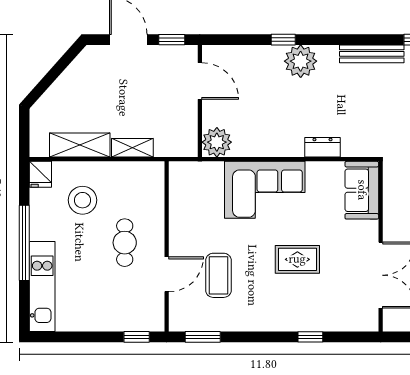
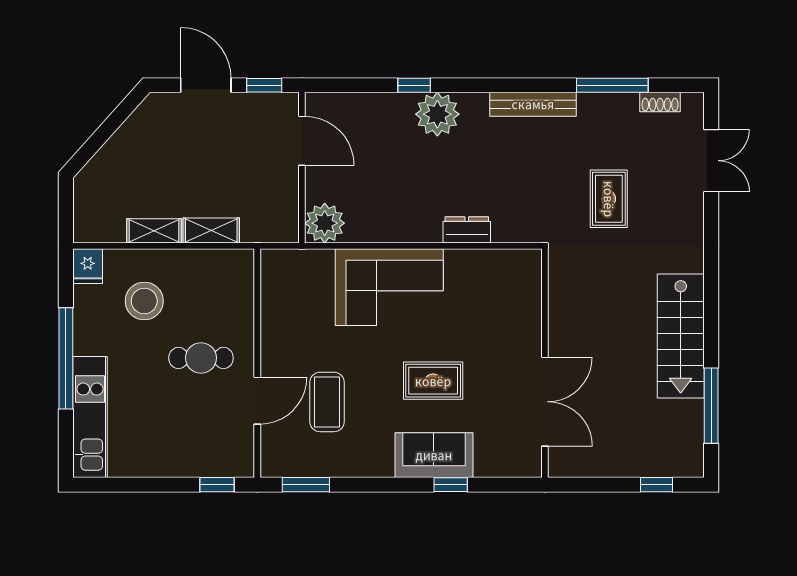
shelving: (80, 145) -> (154, 231), width x0.67, depth x0.75
sofa: (362, 190) -> (434, 455), moved, turned 90
cafe table: (125, 243) -> (201, 358), turned 90

